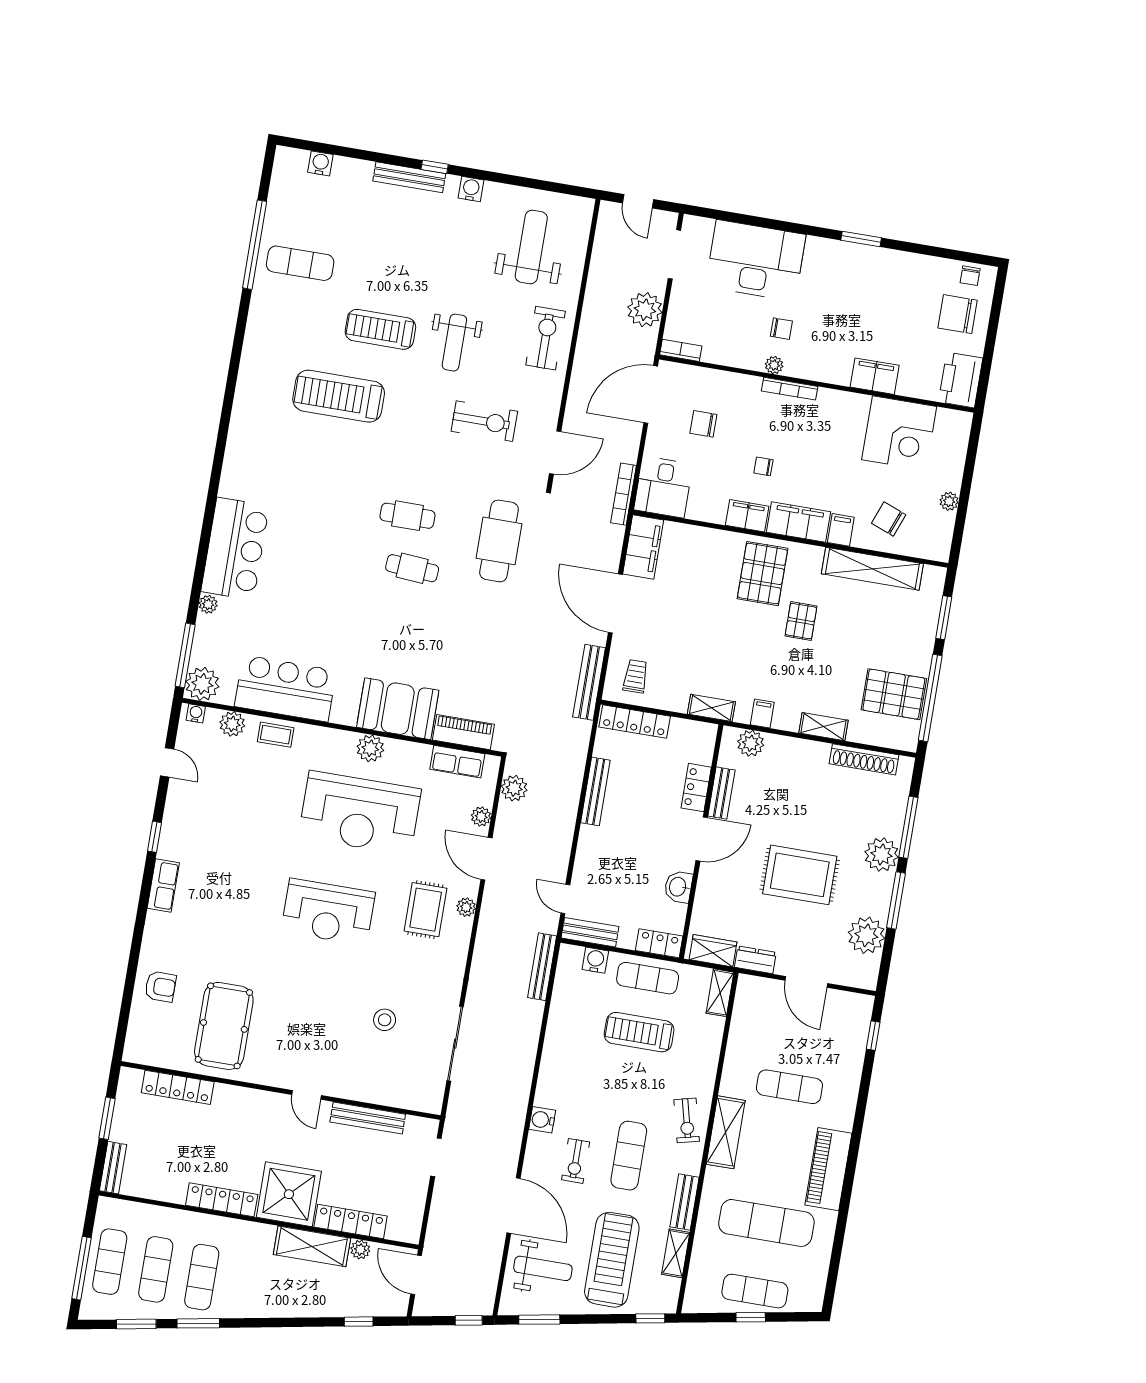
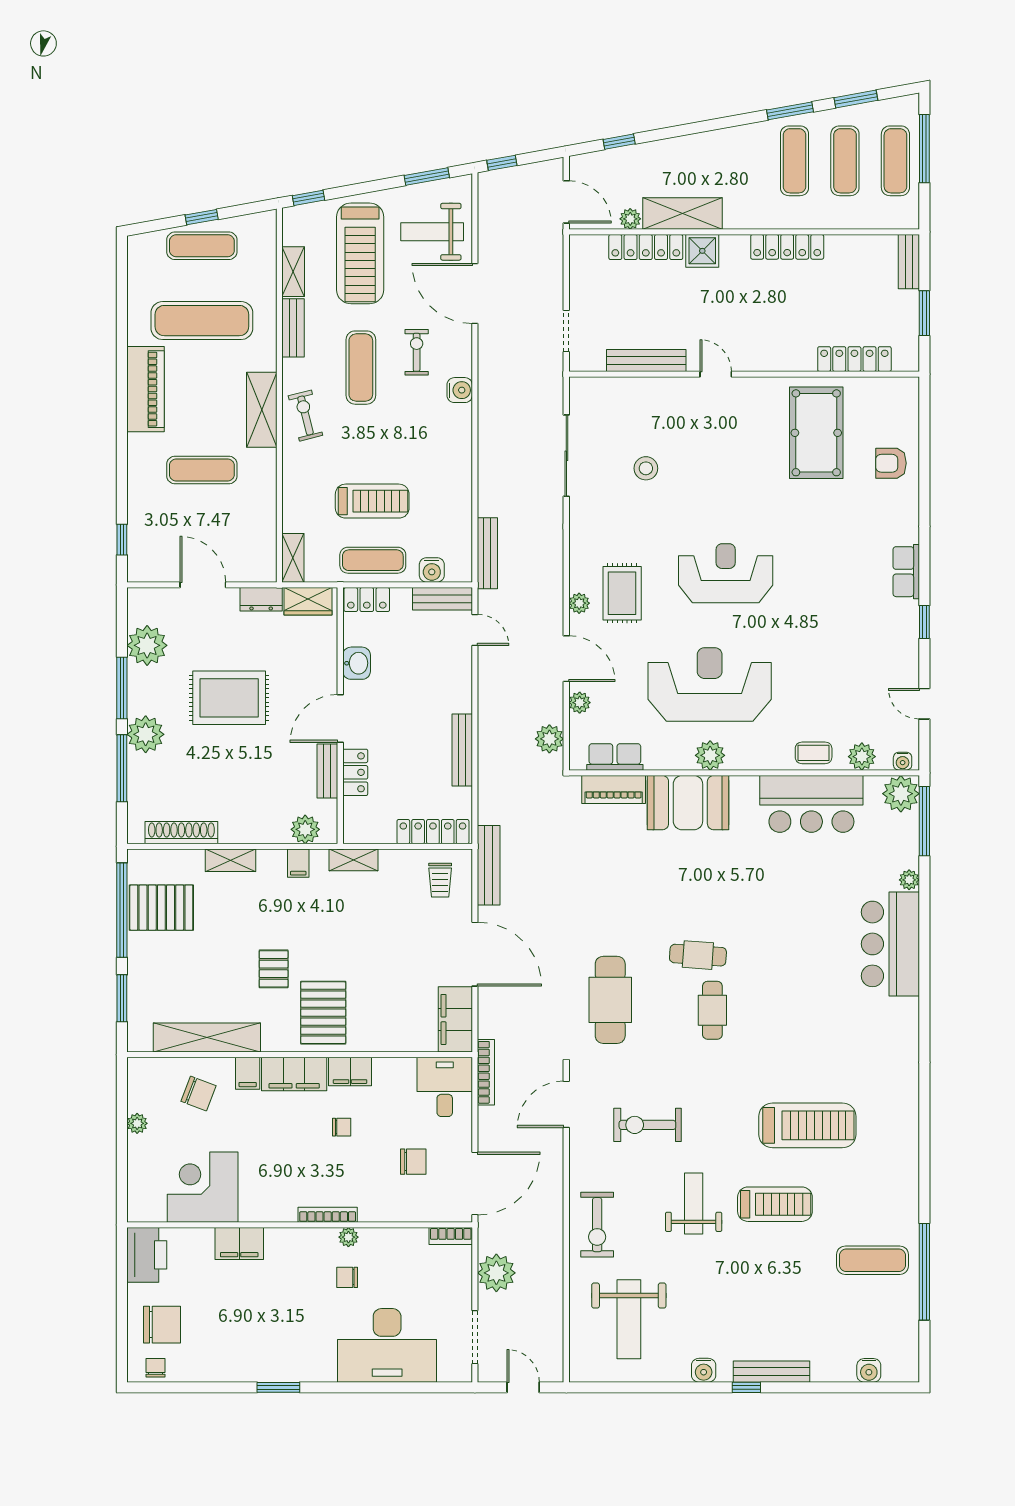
cafe table: (407, 516) -> (712, 1010), turned 90
shower: (289, 1194) -> (702, 251), width x0.54, depth x0.54

